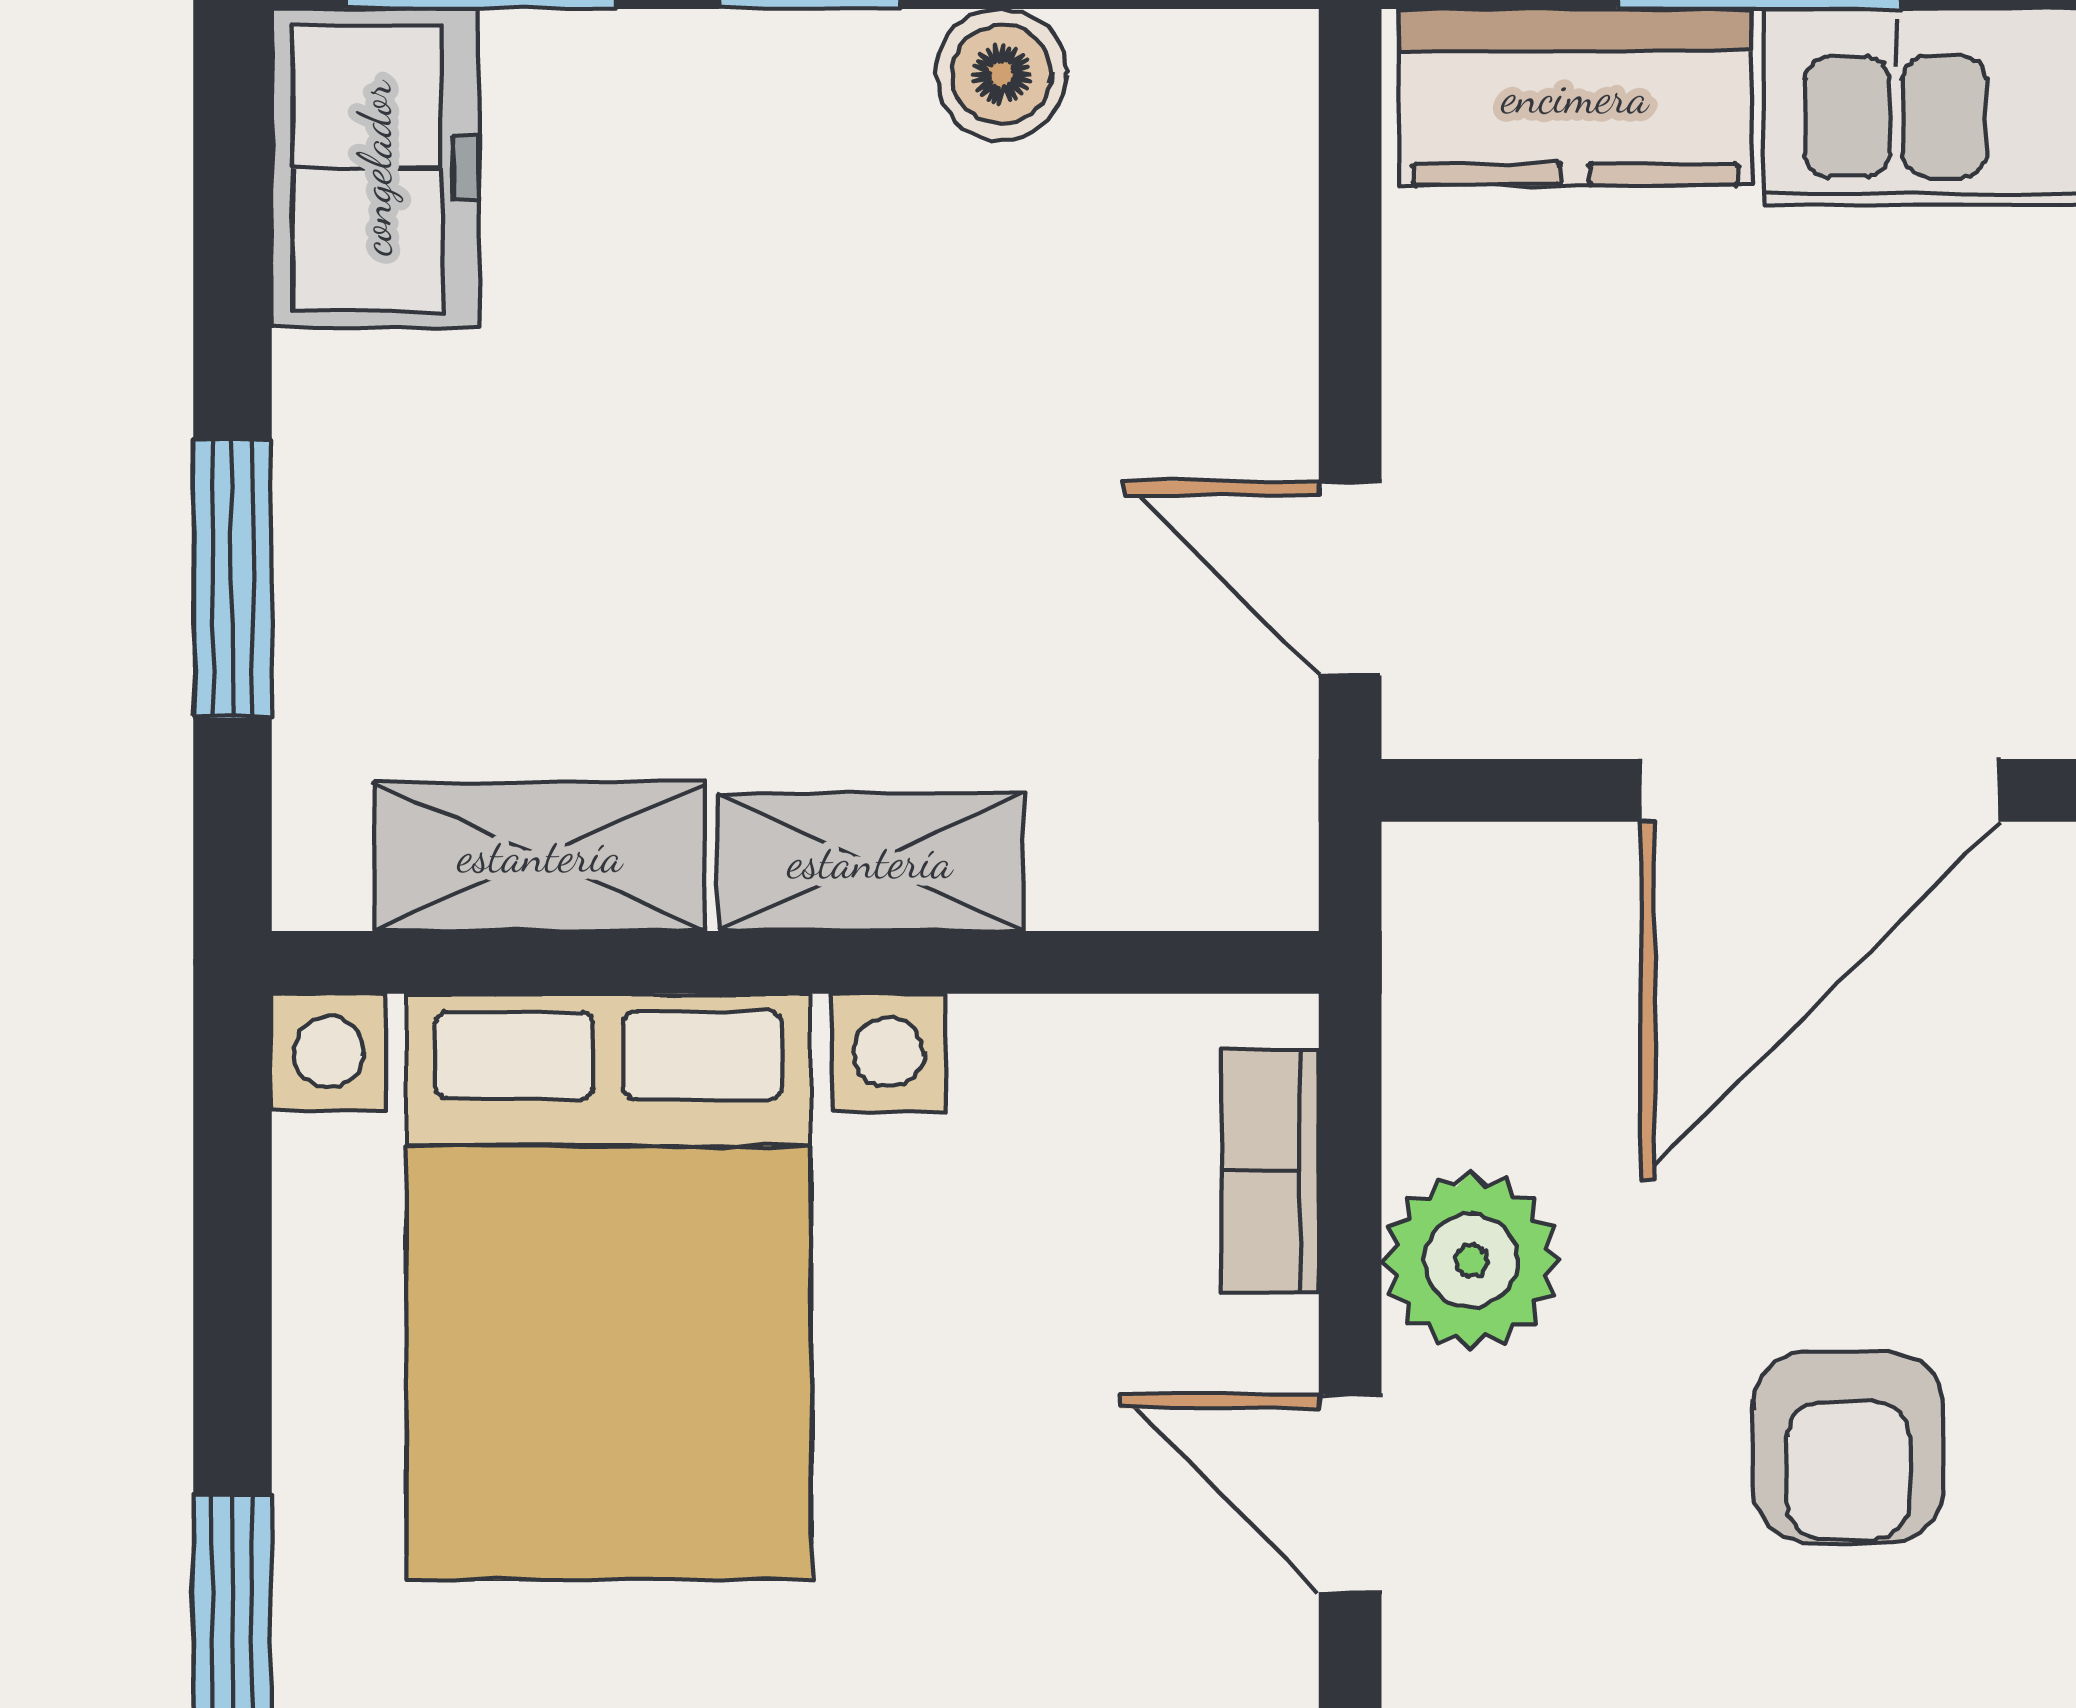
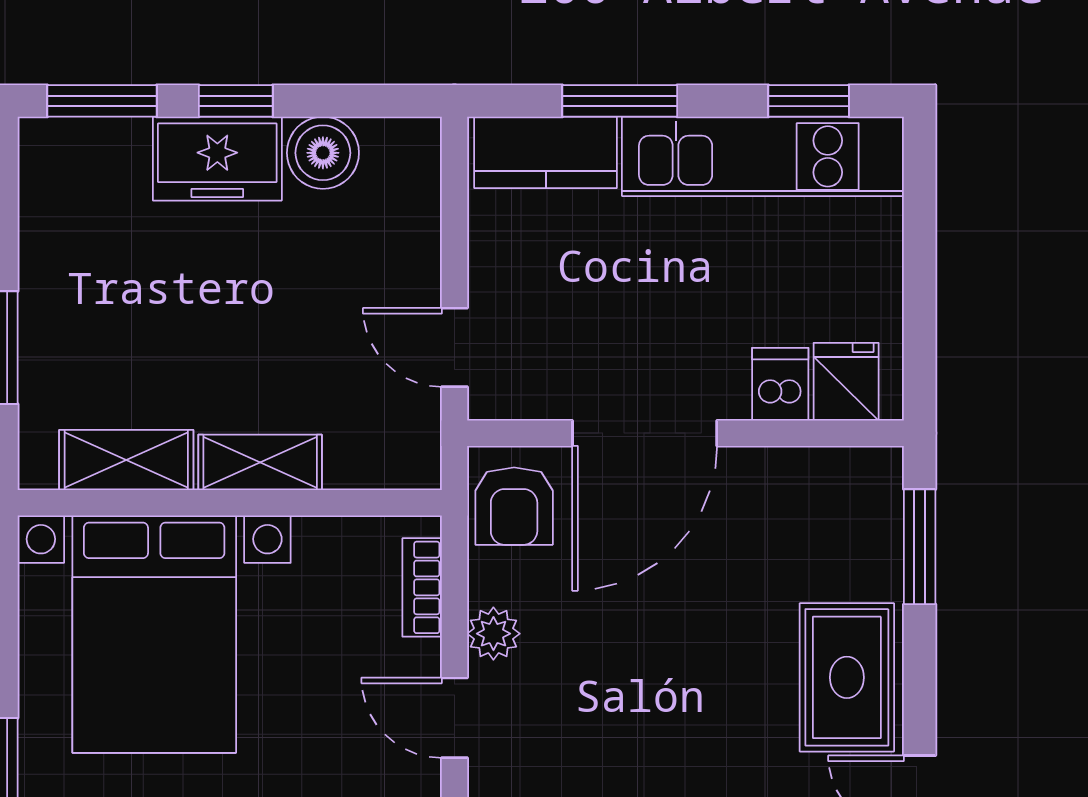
boiler: (1002, 74) -> (323, 153), width x1.36, depth x1.36
freezer: (375, 168) -> (217, 159), moved, turned 90
plant: (1471, 1261) -> (493, 634), width x0.73, depth x0.73
armchair: (1848, 1447) -> (514, 506), moved

